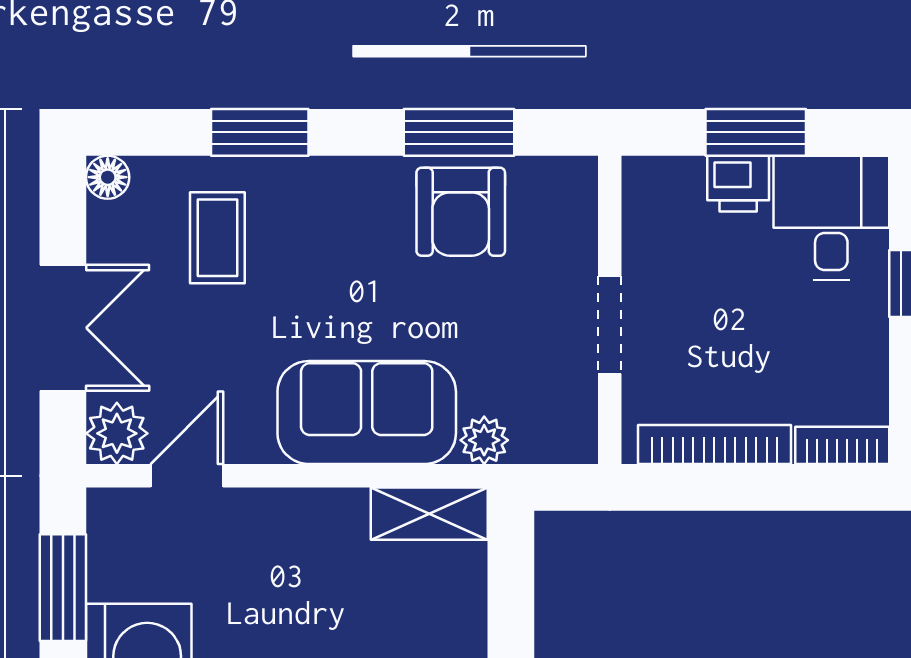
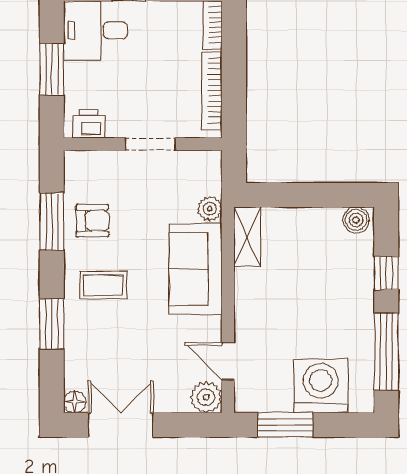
printer: (738, 184) -> (88, 124), moved, turned -90
armchair: (461, 212) -> (92, 221), width x0.72, depth x0.72
coffee table: (217, 238) -> (103, 285), moved
double door: (63, 328) -> (121, 425), moved

